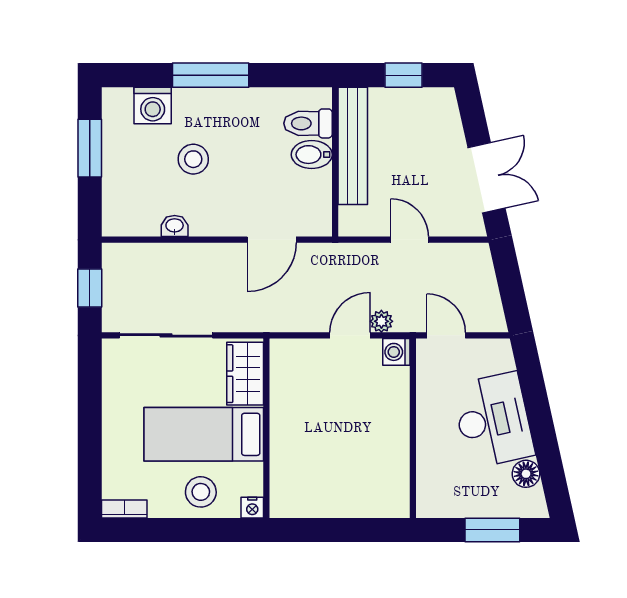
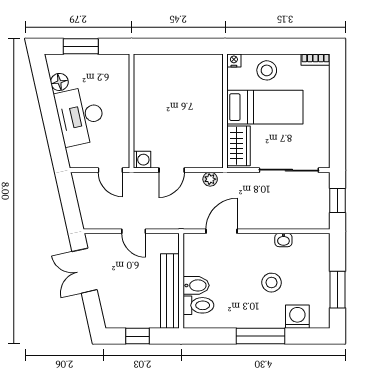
plant: (381, 321) -> (210, 179), moved

